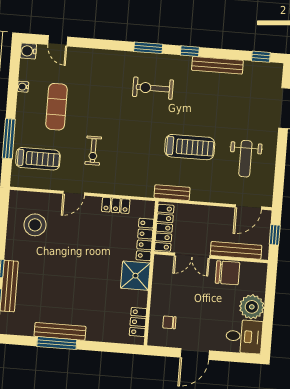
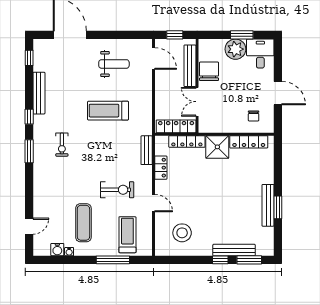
water cooler: (28, 51) -> (57, 250), moved
exercise bike: (153, 88) -> (62, 145), width x0.73, depth x0.72
exercise mat: (57, 107) -> (83, 223), turned 90
treadmill: (190, 147) -> (108, 111), turned -90
exercise bike: (93, 151) -> (117, 190), width x1.38, depth x1.39
bench: (172, 193) -> (147, 150), moved
double door: (192, 256) -> (197, 102), swing flipped
window: (268, 316) -> (242, 35), added
locker: (138, 322) -> (249, 142), width x1.53
window: (57, 343) -> (278, 207), width x0.69

